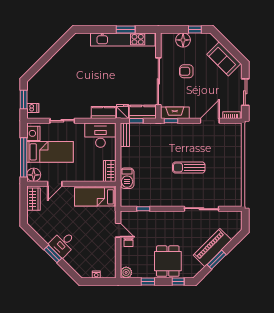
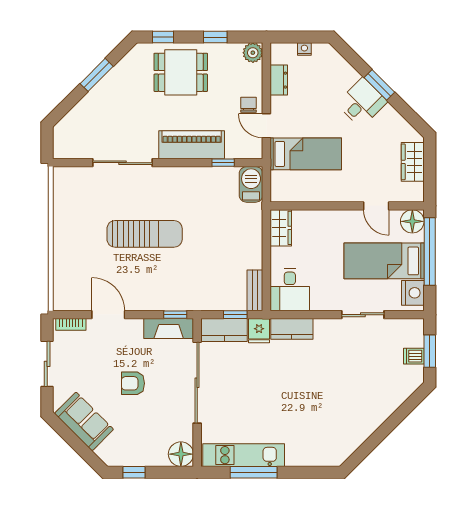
window: (126, 30) -> (254, 472), width x1.44
kitchen unit: (123, 39) -> (244, 455), width x0.73
floor lamp: (183, 40) -> (181, 454), moved
armchair: (186, 71) -> (133, 383), moved, turned 180
dishwasher: (33, 108) -> (414, 356), moved
door: (210, 121) -> (108, 315), swing flipped
desk: (100, 135) -> (290, 290), width x0.73
sun lounger: (189, 168) -> (145, 234), width x1.36, depth x1.34
barbecue: (127, 178) -> (251, 184), moved
door: (55, 184) -> (376, 206), swing flipped
bed: (95, 197) -> (306, 154), moved
wardrobe: (33, 199) -> (413, 162), moved
piano: (212, 248) -> (192, 145), moved, turned -135
dresser: (111, 257) -> (279, 80), added
dining table: (168, 261) -> (181, 72), turned 90

